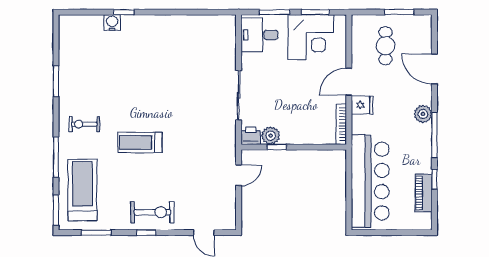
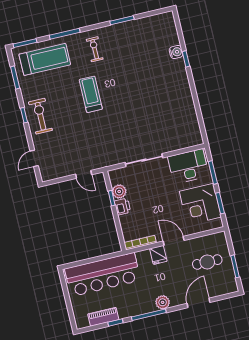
desk: (259, 35) -> (188, 166), width x1.37
printer: (251, 136) -> (123, 207), moved
exercise bike: (152, 212) -> (40, 116), turned 180

